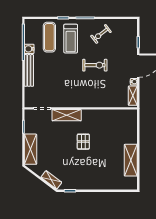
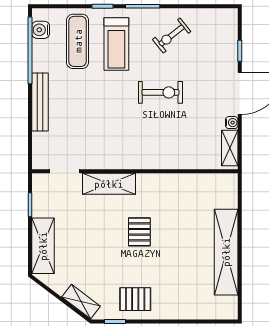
water cooler: (29, 49) -> (41, 30), moved
shelving: (131, 160) -> (226, 252), width x1.47
pallet: (81, 178) -> (135, 299), added

